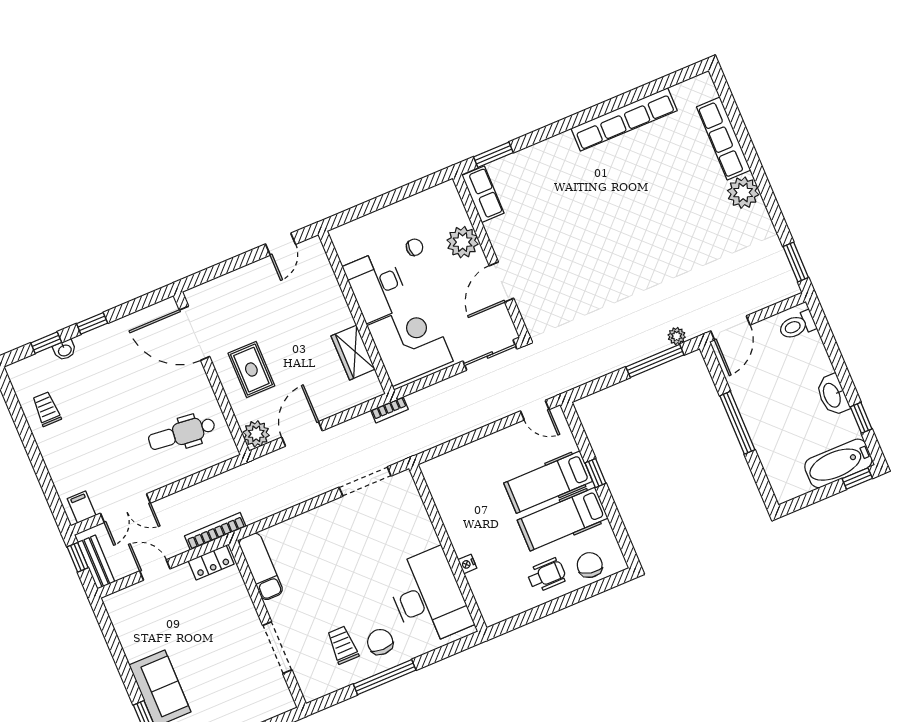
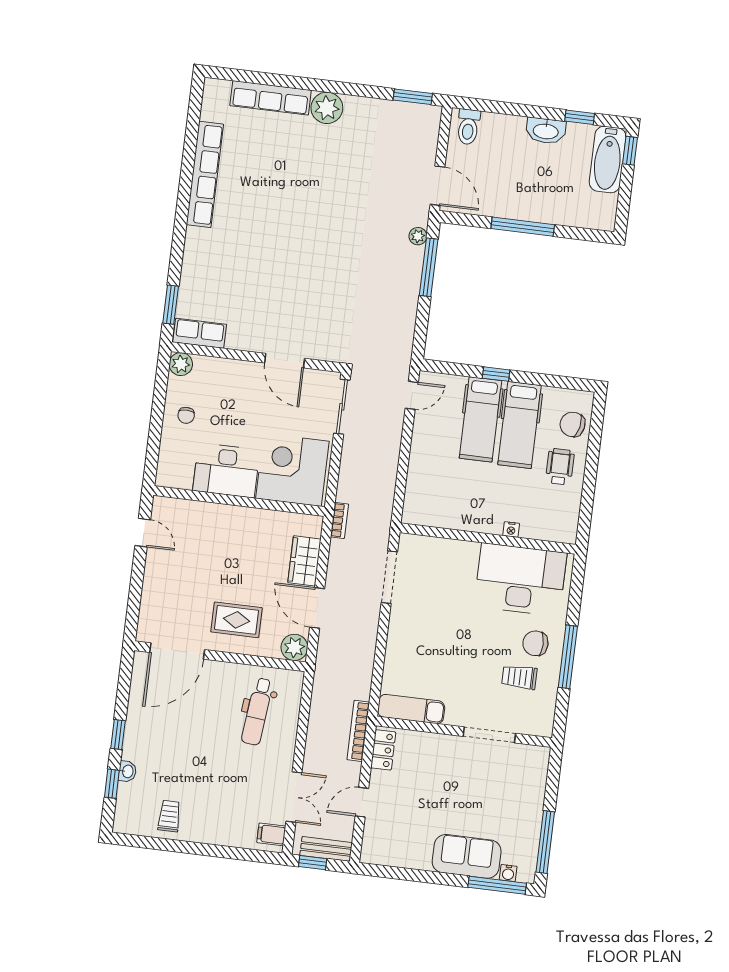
plant: (463, 242) -> (181, 364), moved, width x0.73, depth x0.73
chair: (415, 247) -> (186, 415), moved, turned 180
wardrobe: (353, 353) -> (304, 561), moved, turned 90
trolley: (47, 409) -> (169, 816), turned 90

